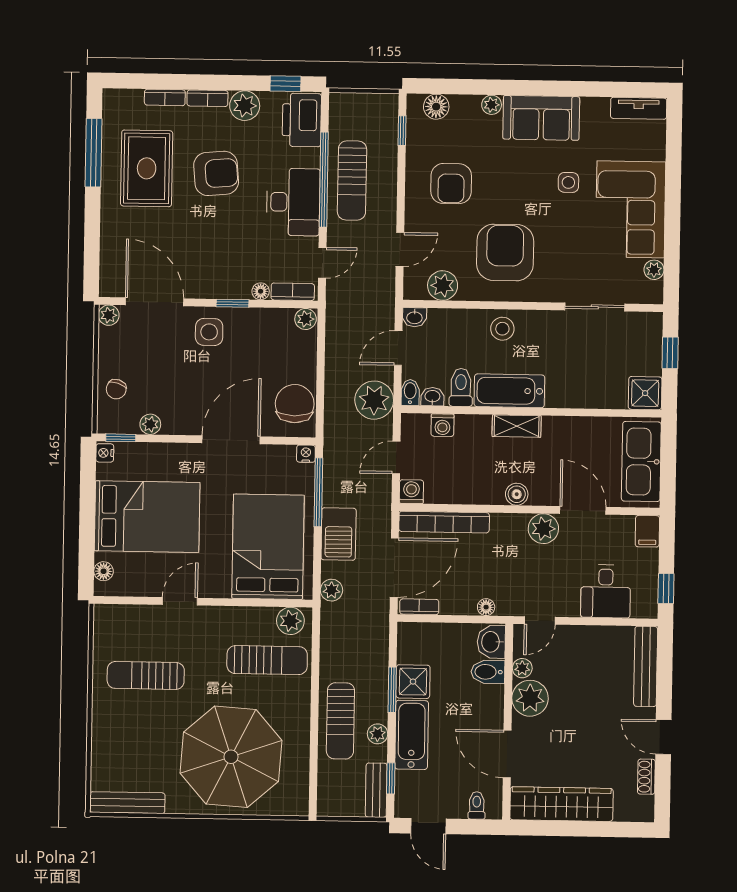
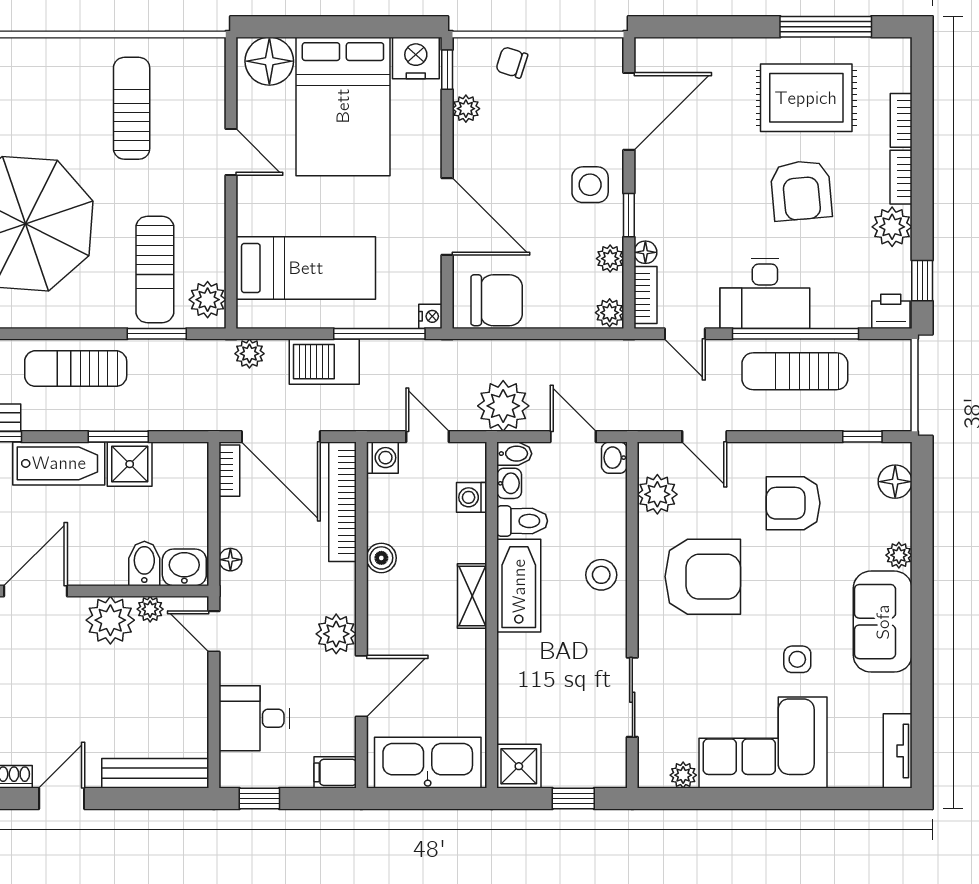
printer: (302, 120) -> (891, 311), width x0.53, depth x0.68
plant: (109, 315) -> (610, 259), moved
nightstand: (105, 453) -> (416, 58), width x1.89, depth x1.79
boiler: (517, 494) -> (381, 558), moved
bed: (268, 547) -> (306, 268), width x0.67
floor lamp: (104, 571) -> (269, 61), width x1.89, depth x1.89
window: (315, 660) -> (157, 334), added
plant: (378, 734) -> (59, 418), removed

